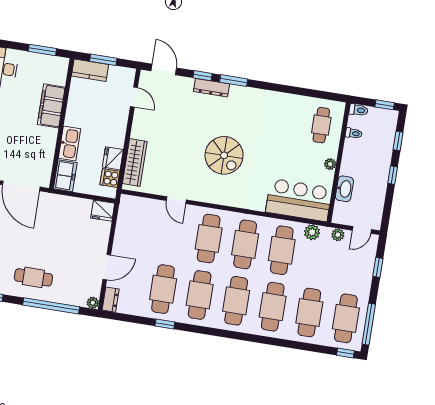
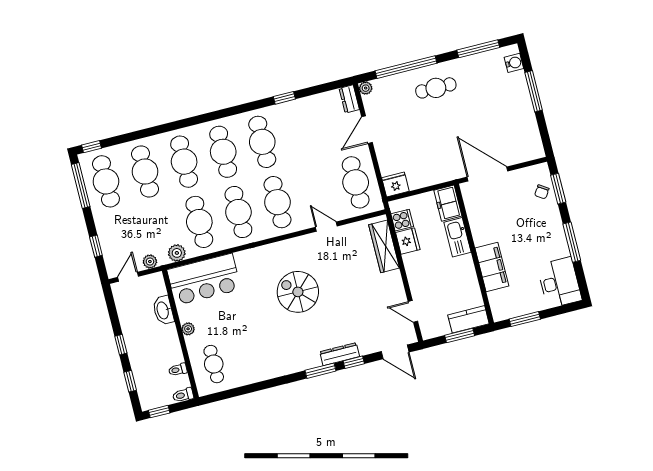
cafe table: (163, 289) -> (356, 182), moved

